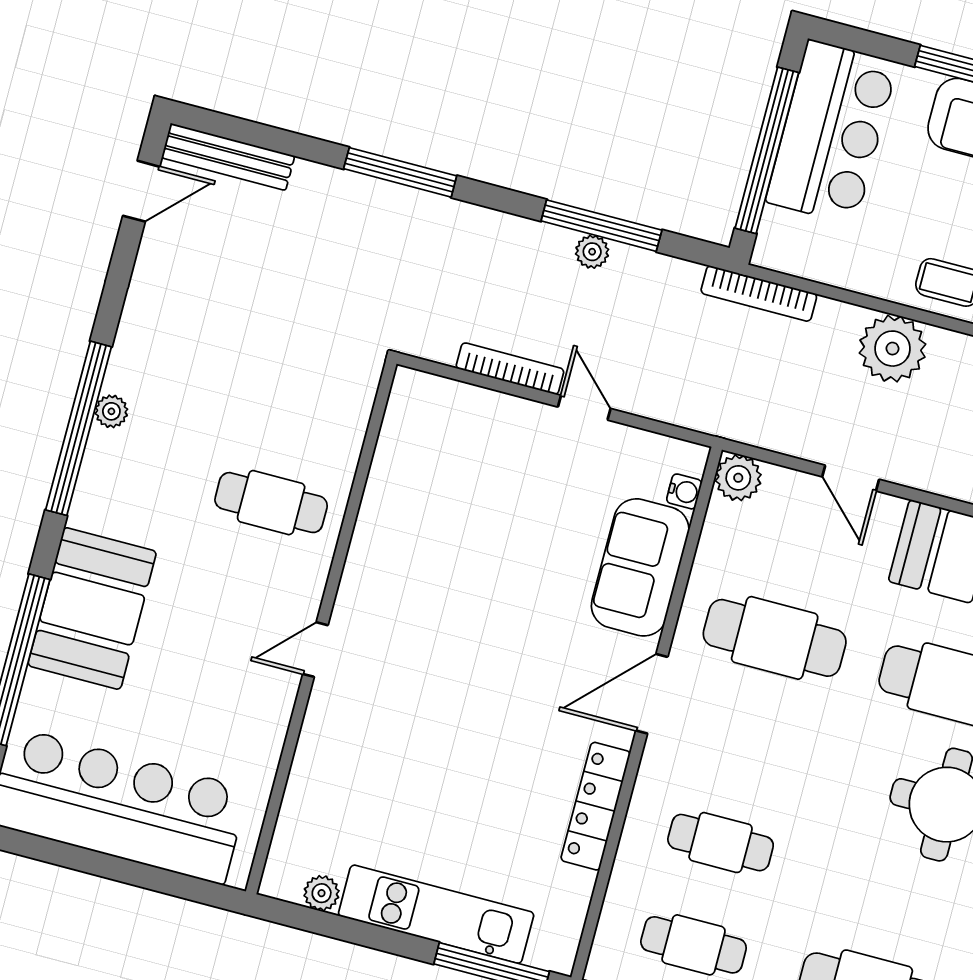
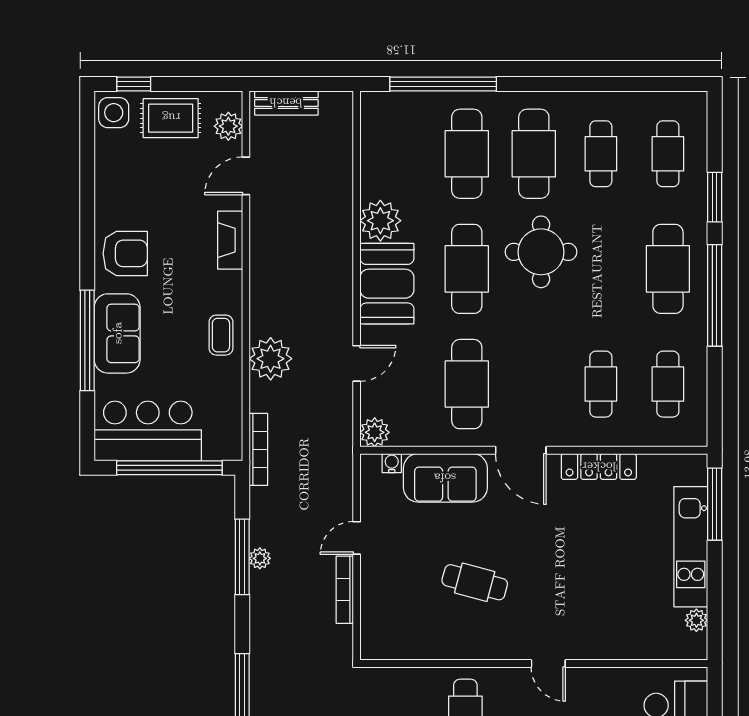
cafe table: (469, 570) -> (475, 582), added

